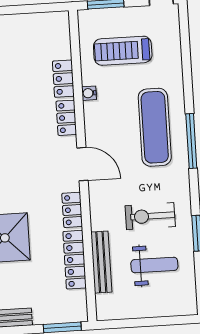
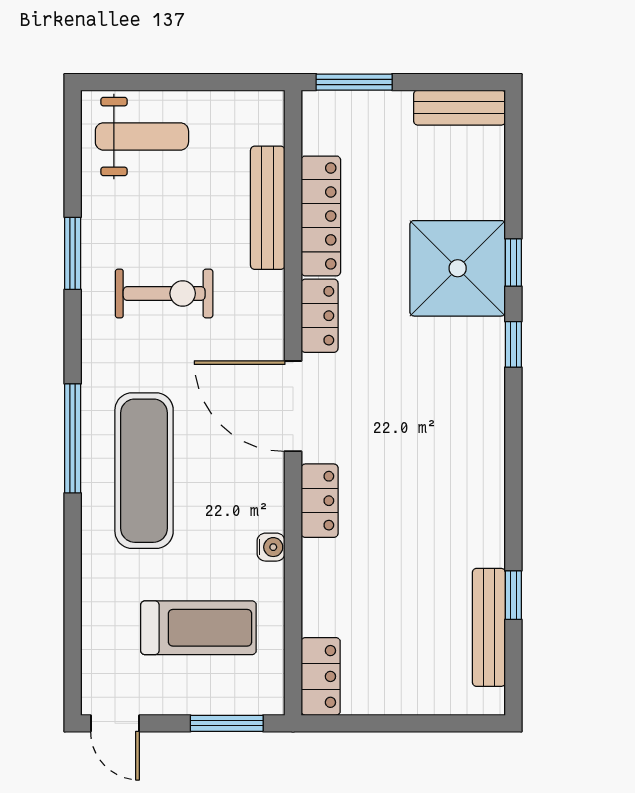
locker: (63, 79) -> (321, 676), moved
door: (83, 164) -> (293, 406), width x1.36
weight bench: (154, 265) -> (142, 136), moved, turned 180

